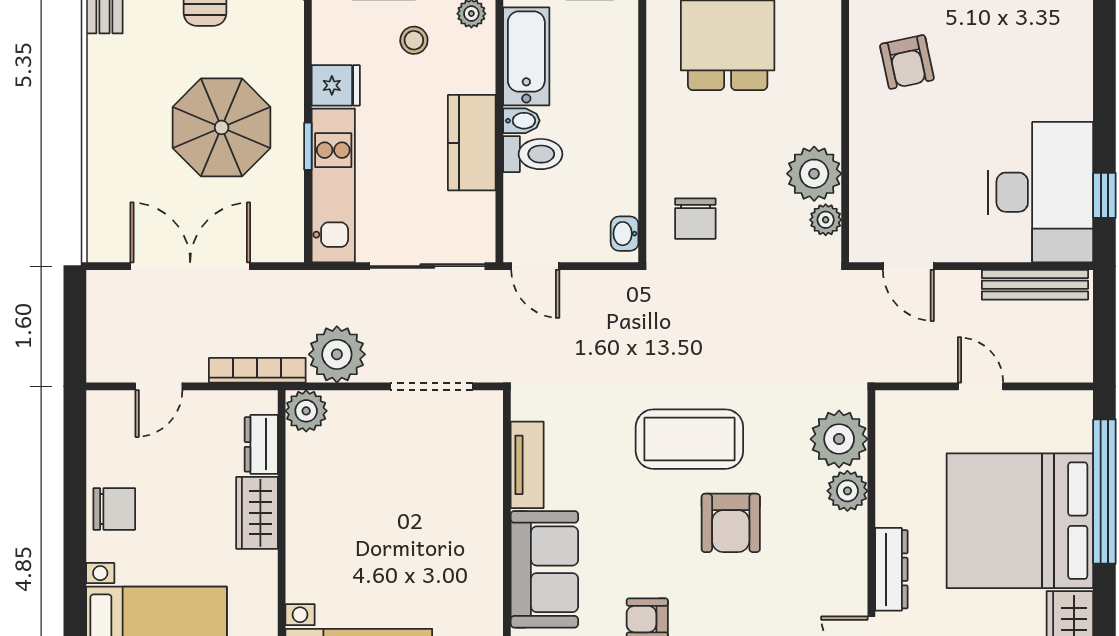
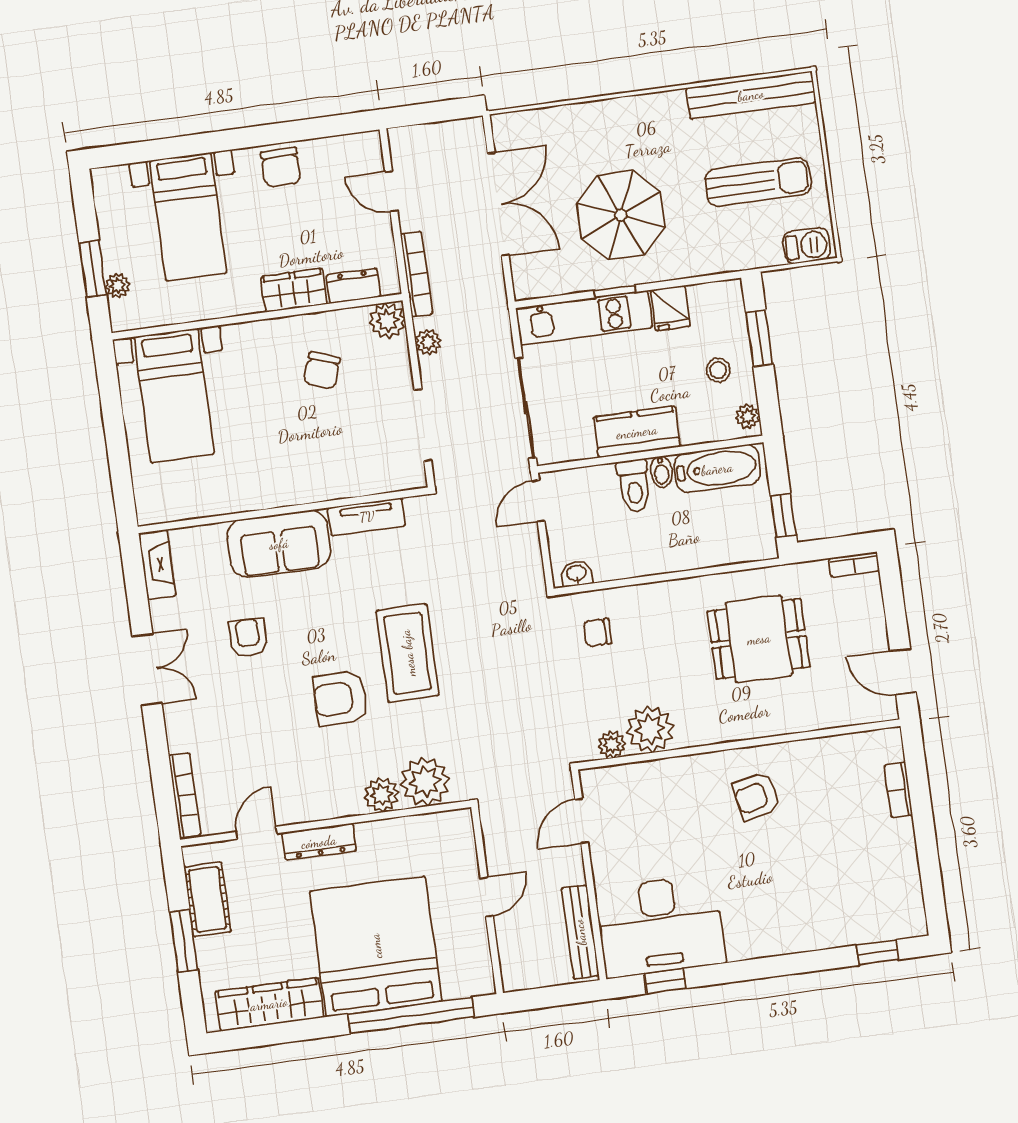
chair: (695, 219) -> (598, 633), width x0.73, depth x0.73
plant: (337, 354) -> (428, 342), width x0.53, depth x0.53
chair: (353, 493) -> (322, 370), added

